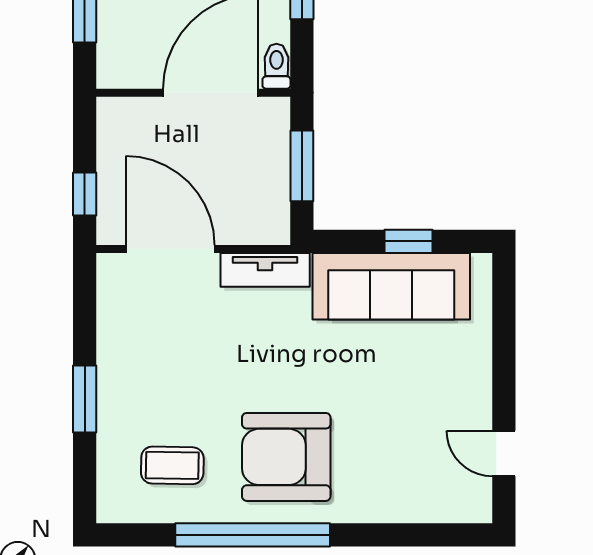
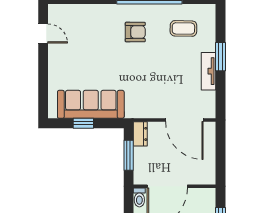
window: (85, 194) -> (221, 143), removed
dresser: (274, 216) -> (140, 134), added
tv unit: (265, 270) -> (209, 71), moved, turned -90
armchair: (286, 457) -> (135, 32), width x0.53, depth x0.53

